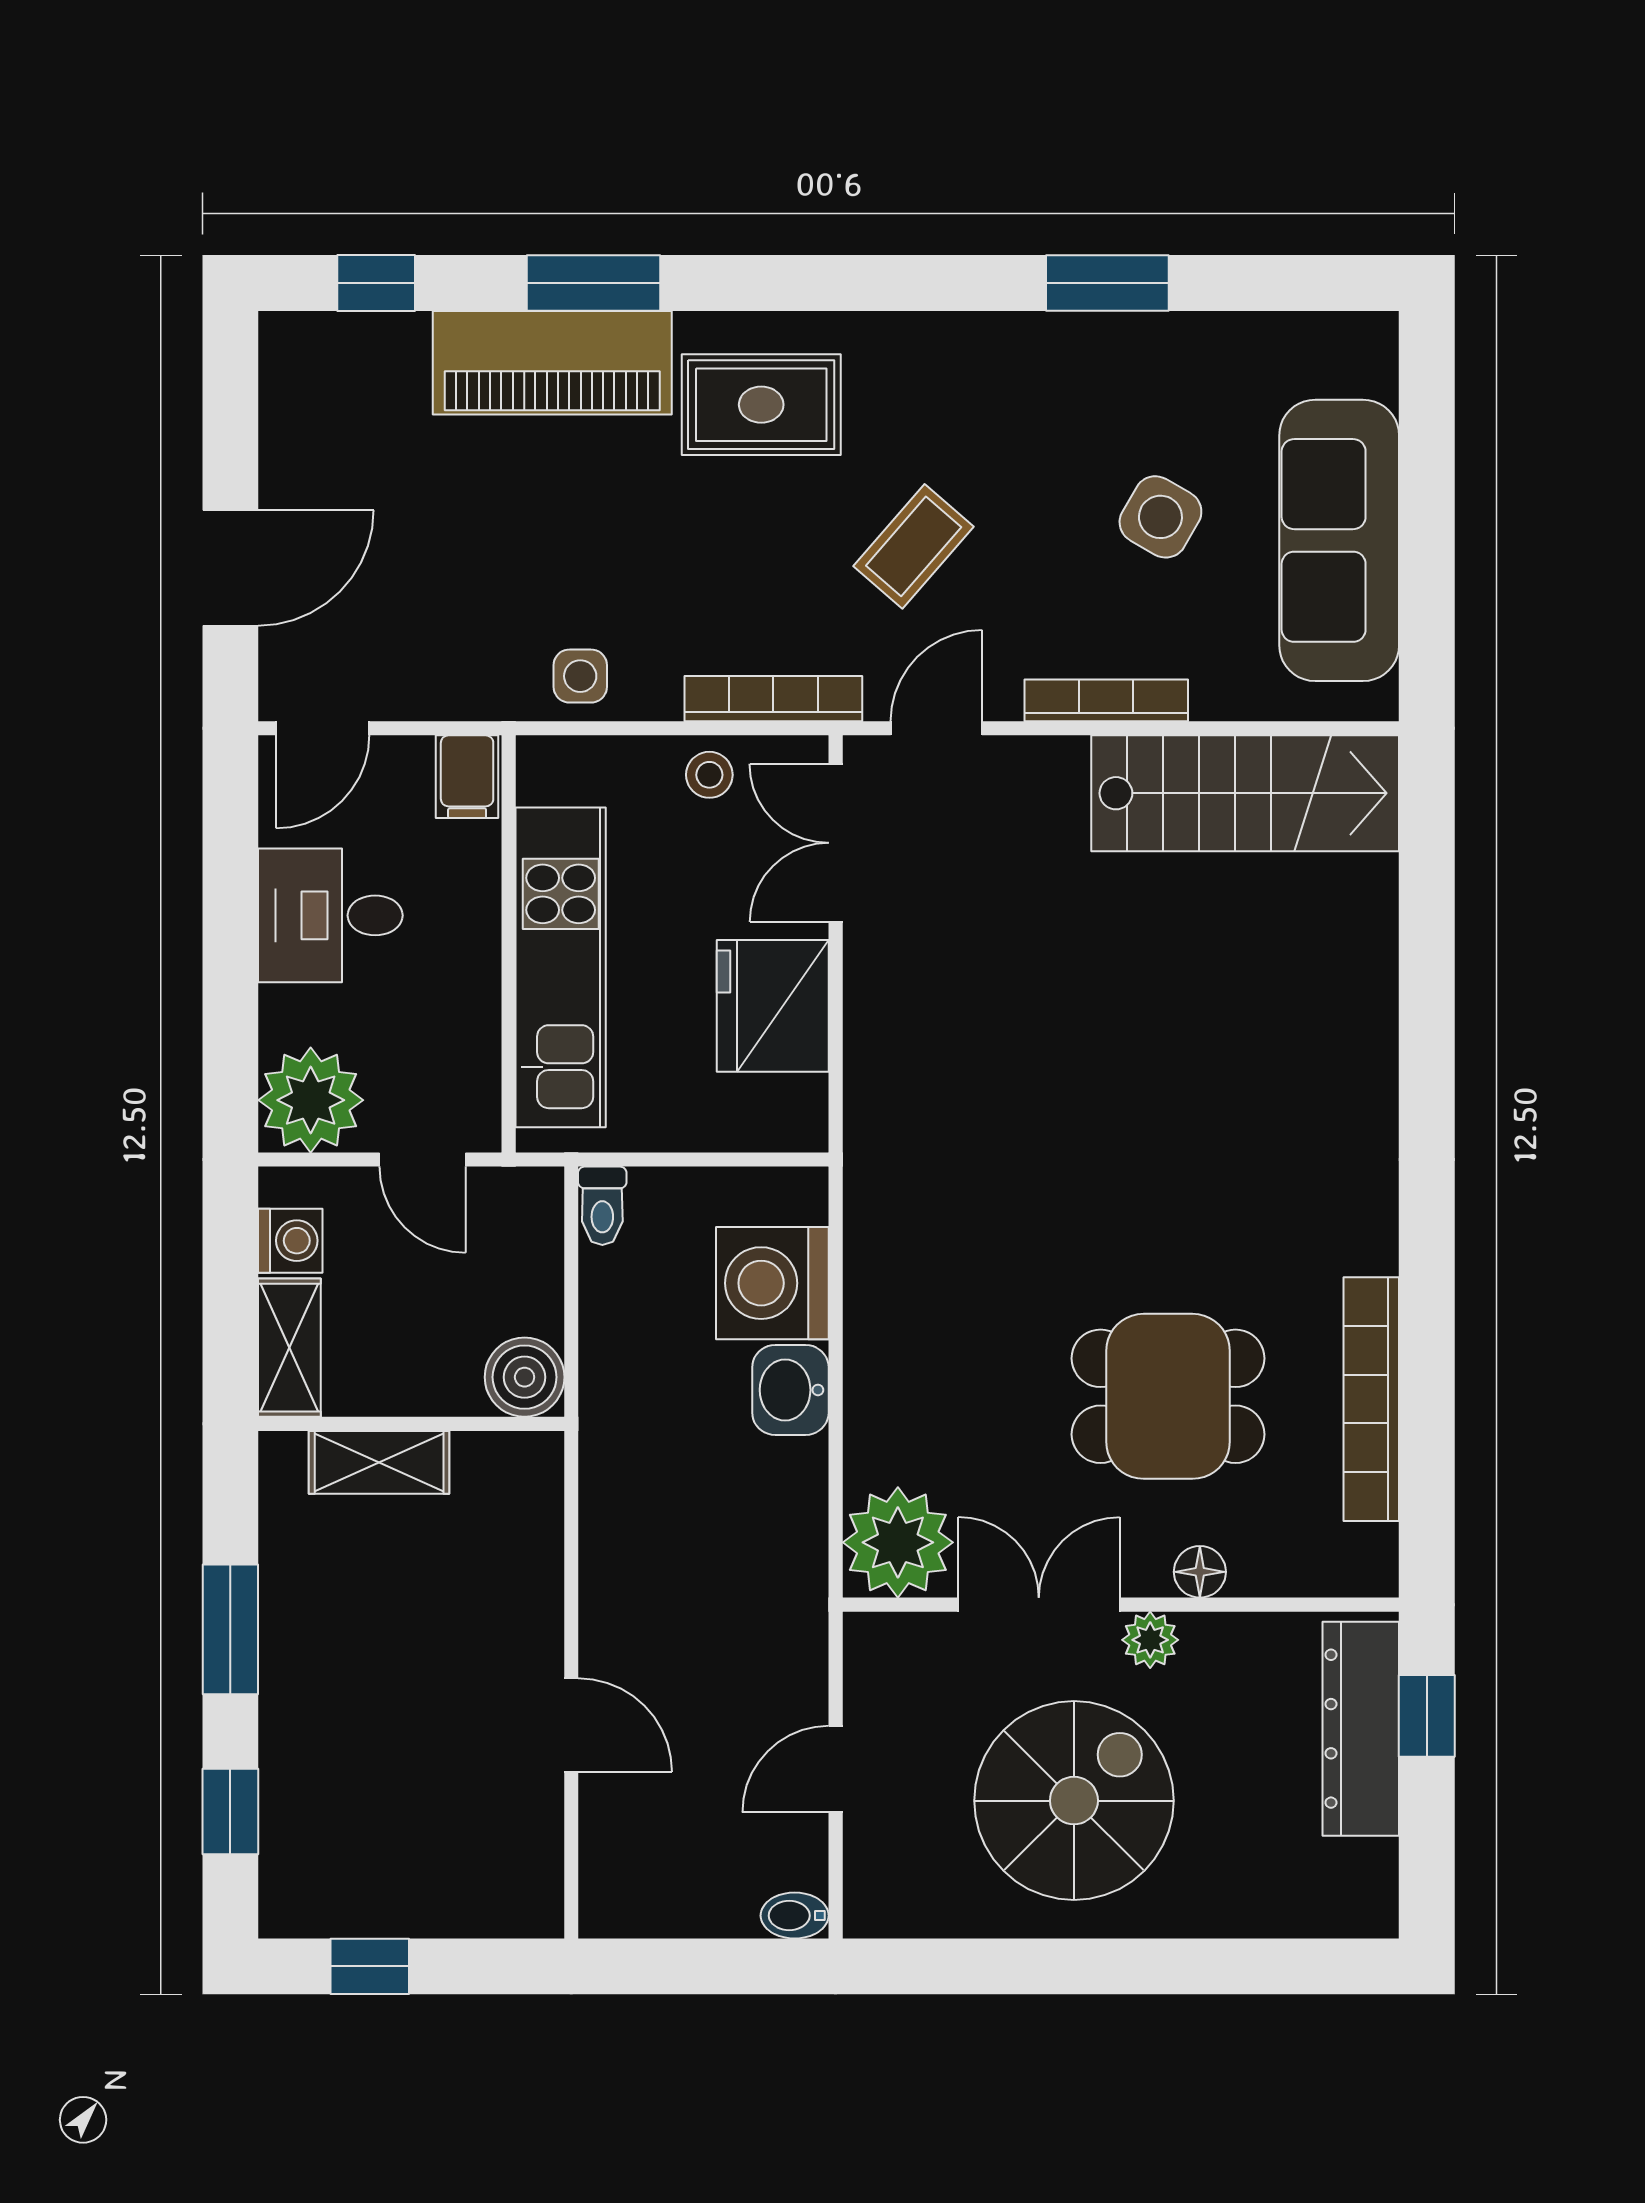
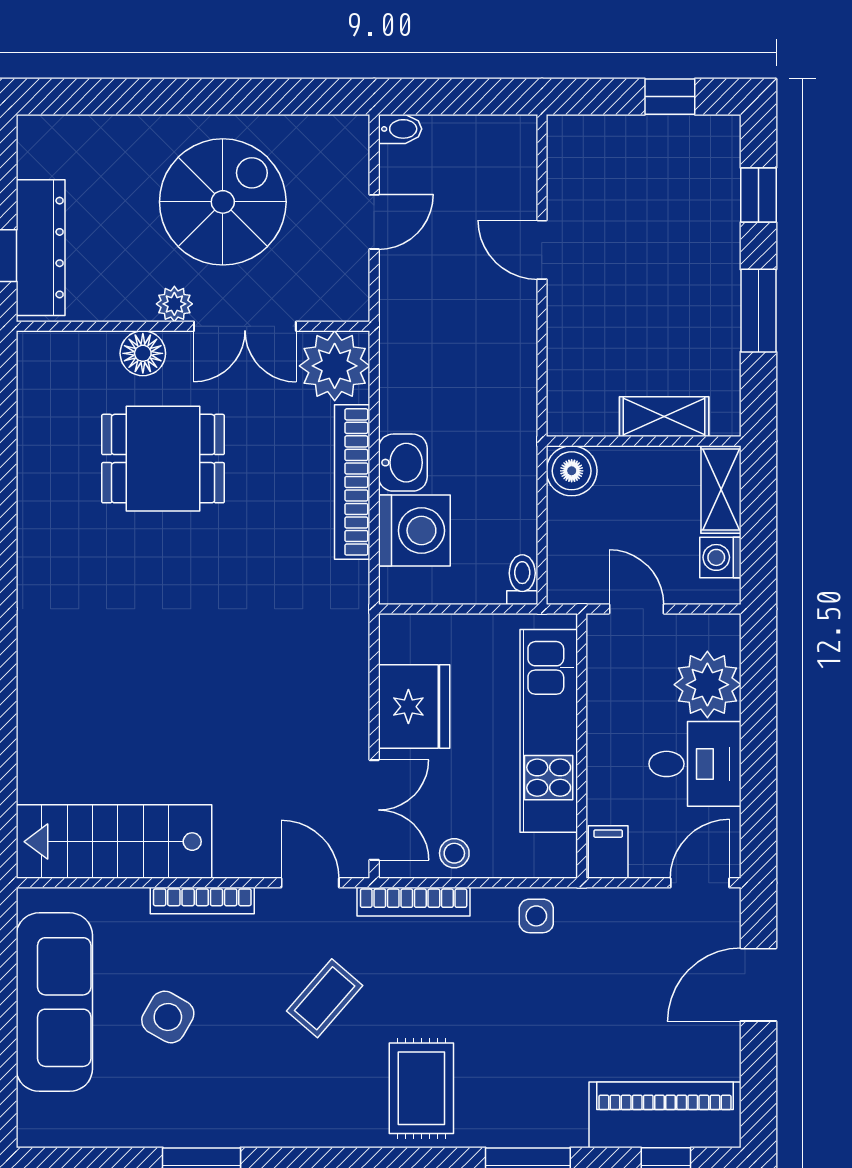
piano: (552, 363) -> (665, 1115), moved
rug: (761, 405) -> (421, 1088), turned 90
door: (936, 728) -> (310, 883), swing flipped
plant: (311, 1100) -> (707, 685), moved
bookcase: (1371, 1399) -> (352, 482), moved, turned 180
floor lamp: (1200, 1572) -> (143, 353), width x1.37, depth x1.37
spiral stairs: (1074, 1801) -> (223, 202), turned 180

